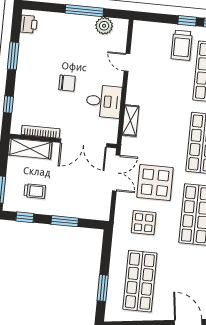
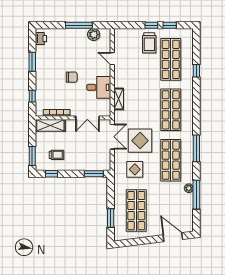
double door: (84, 143) -> (87, 118), width x0.73
window: (65, 221) -> (94, 174), moved

